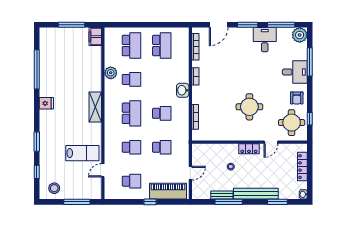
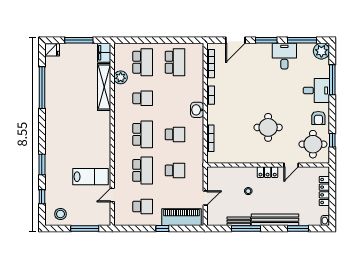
plant: (111, 73) -> (121, 77), moved
fridge: (46, 103) -> (52, 50), moved
shelving: (95, 107) -> (104, 87), moved, width x1.47
school desk: (131, 147) -> (143, 170), width x1.85

